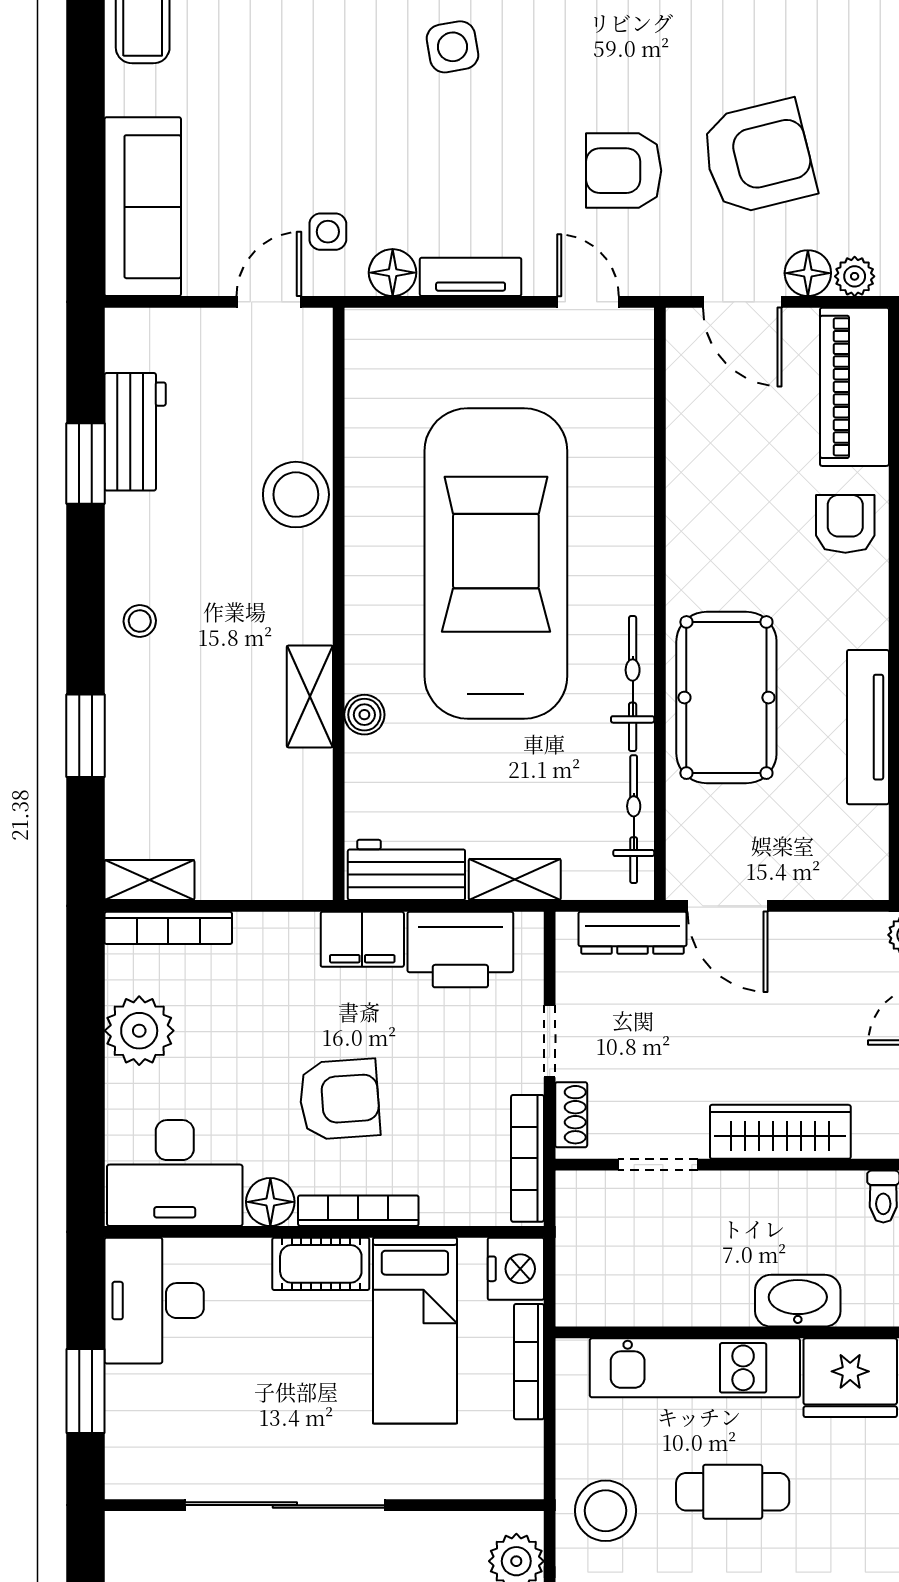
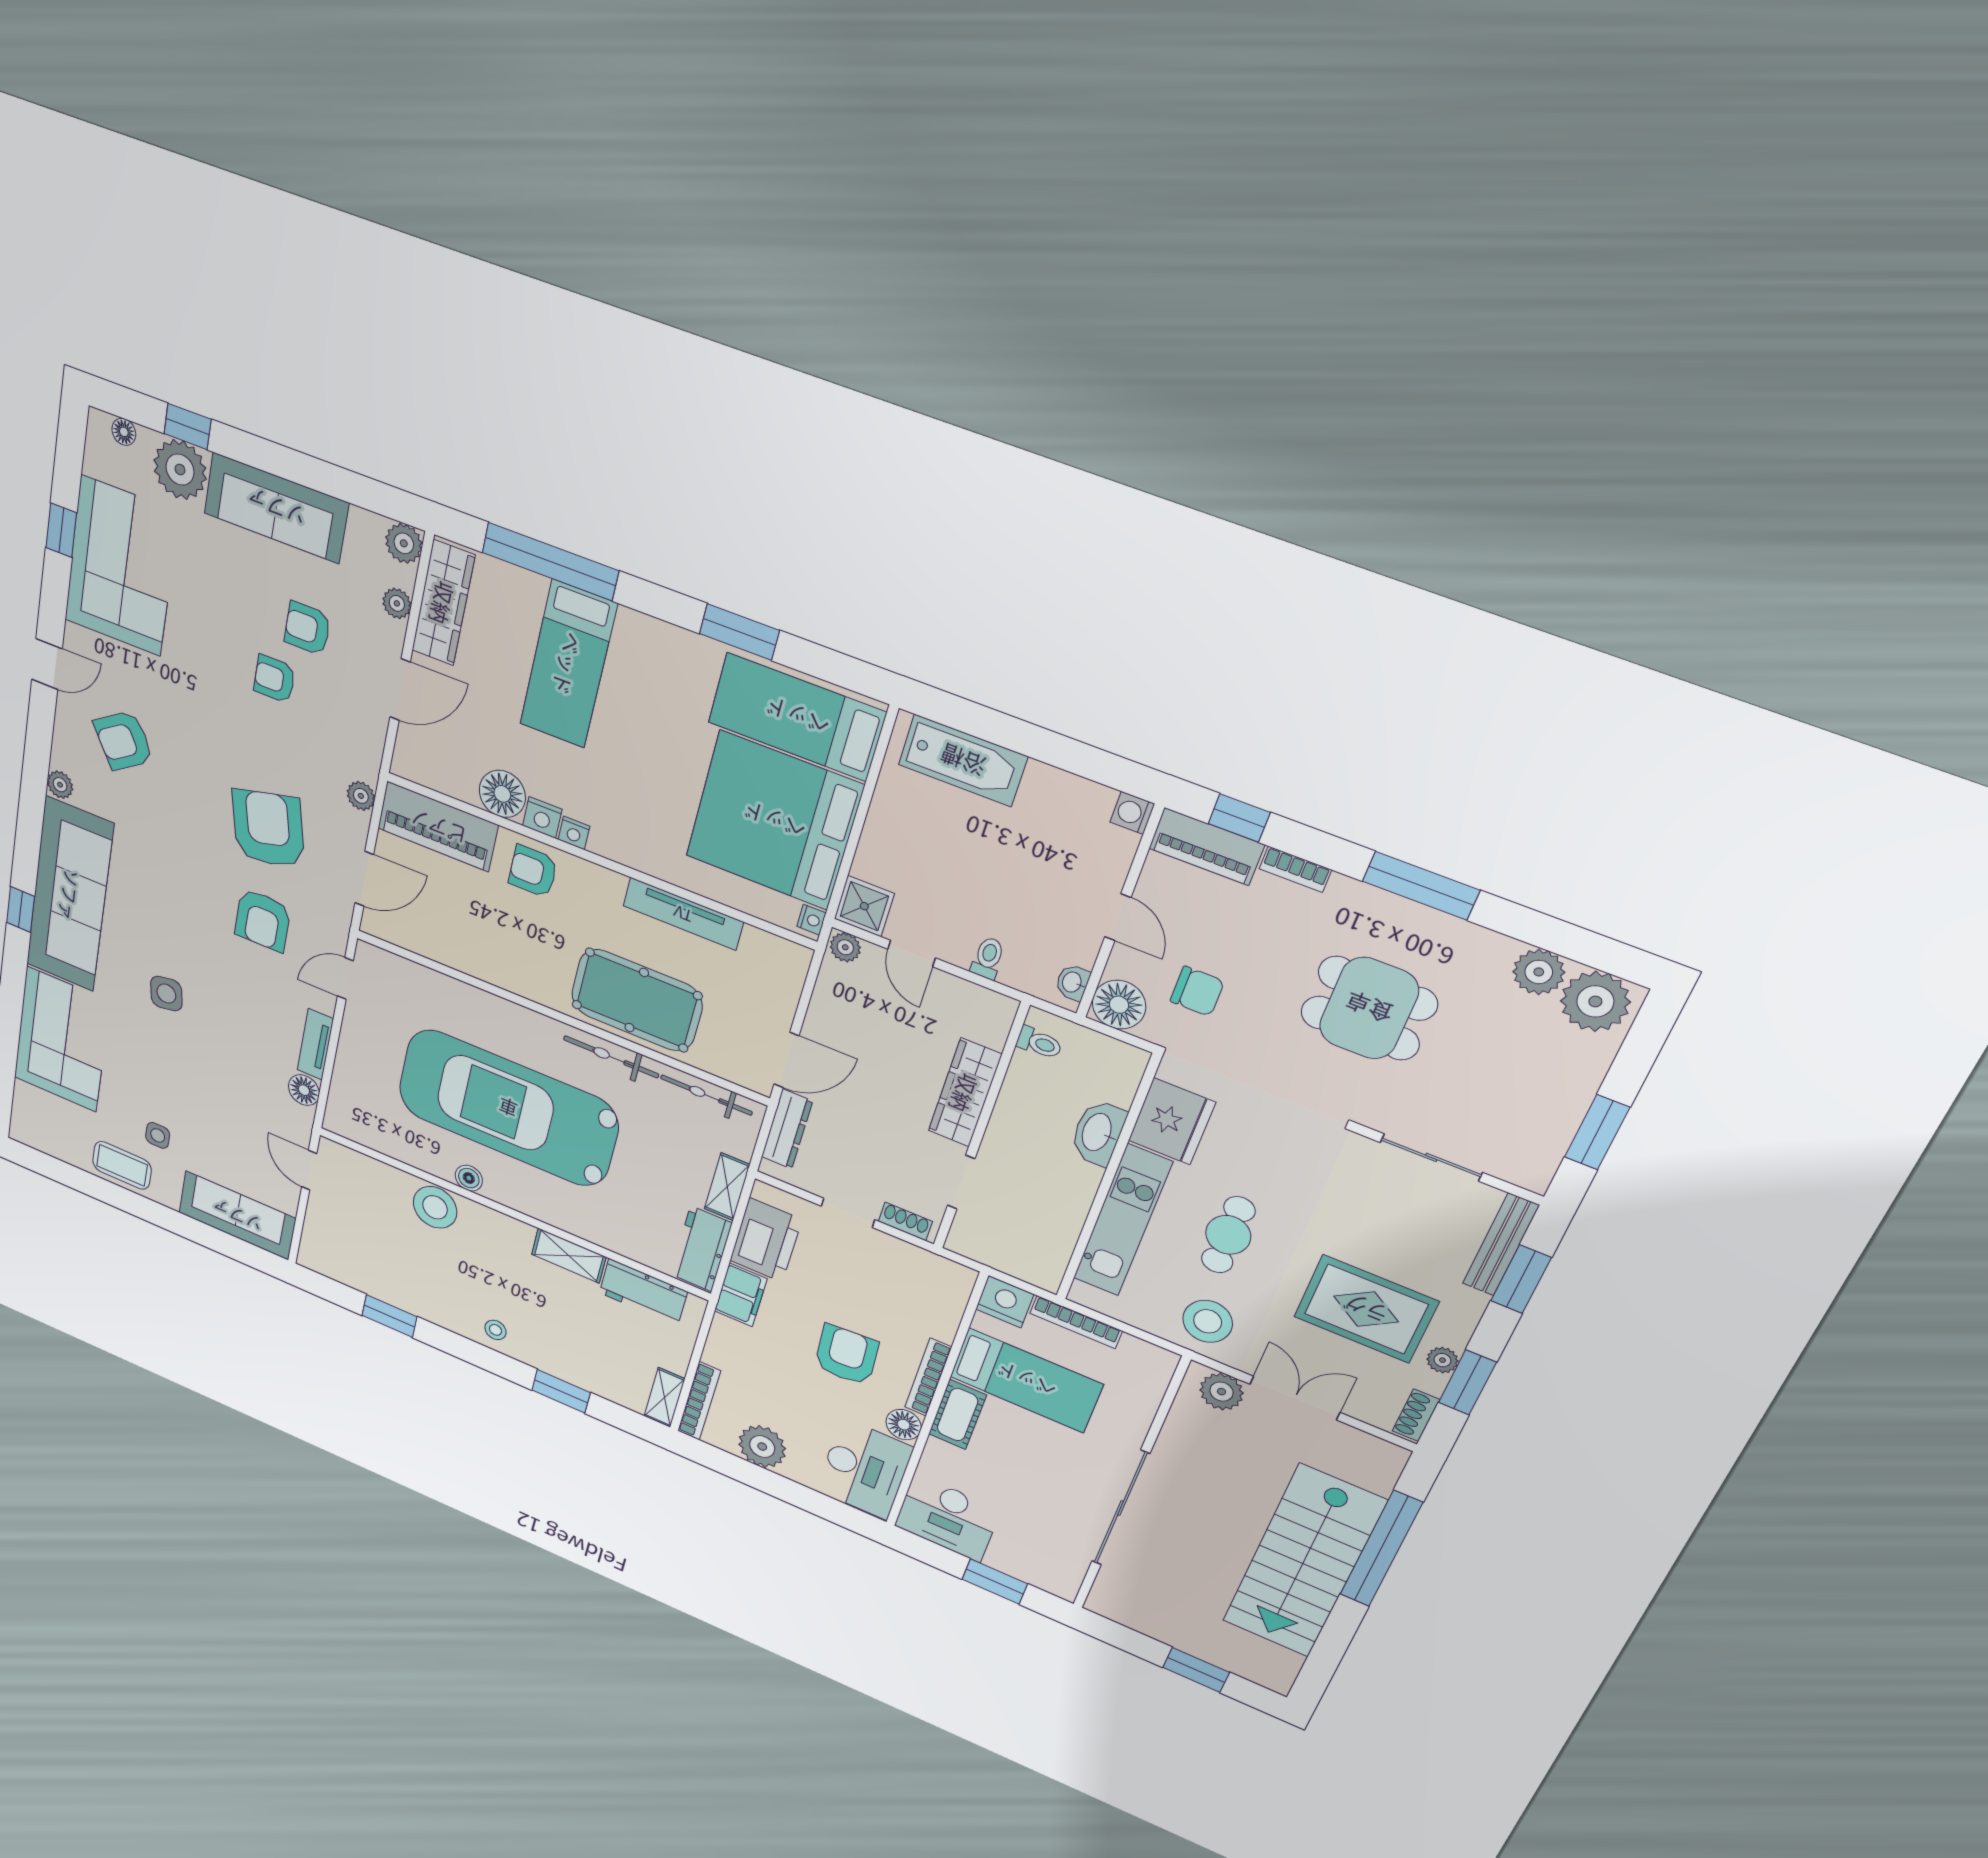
side table: (328, 232) -> (158, 1135), moved
floor lamp: (808, 273) -> (353, 827), removed
workbench: (135, 432) -> (643, 1292), moved, turned 180
boiler: (364, 715) -> (469, 1178), moved
bookcase: (528, 1158) -> (927, 1261), removed

